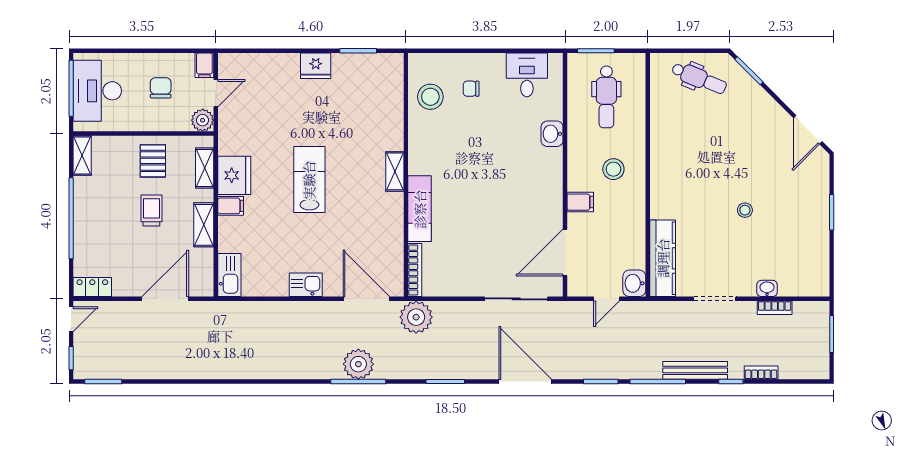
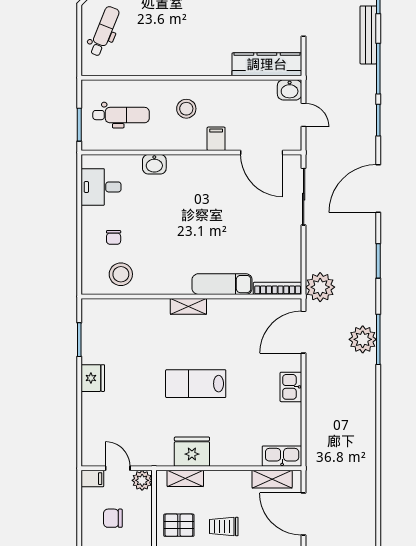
filing cabinet: (231, 206) -> (220, 455), removed
shelving: (204, 225) -> (272, 479), moved

